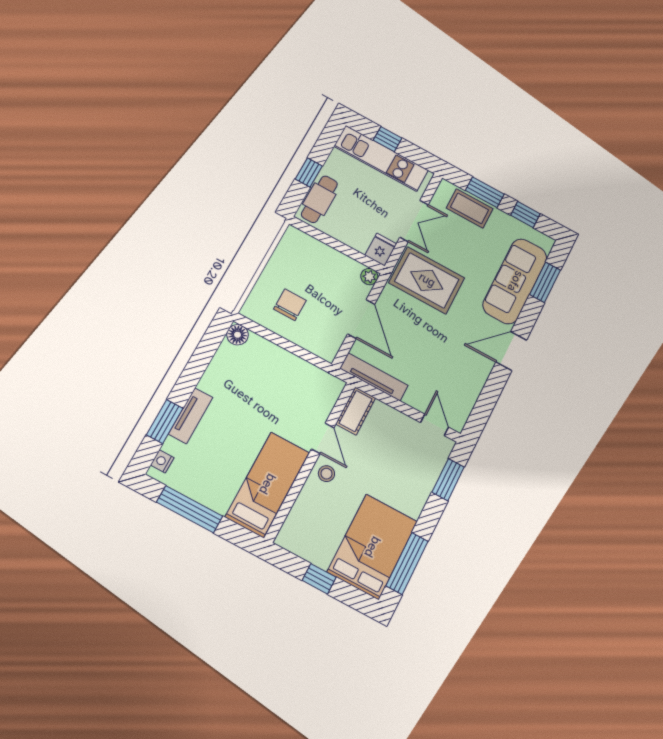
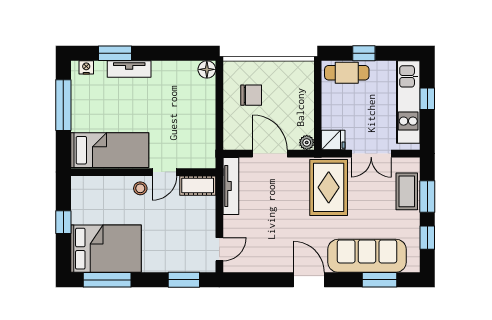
door: (361, 319) -> (270, 154), swing flipped

